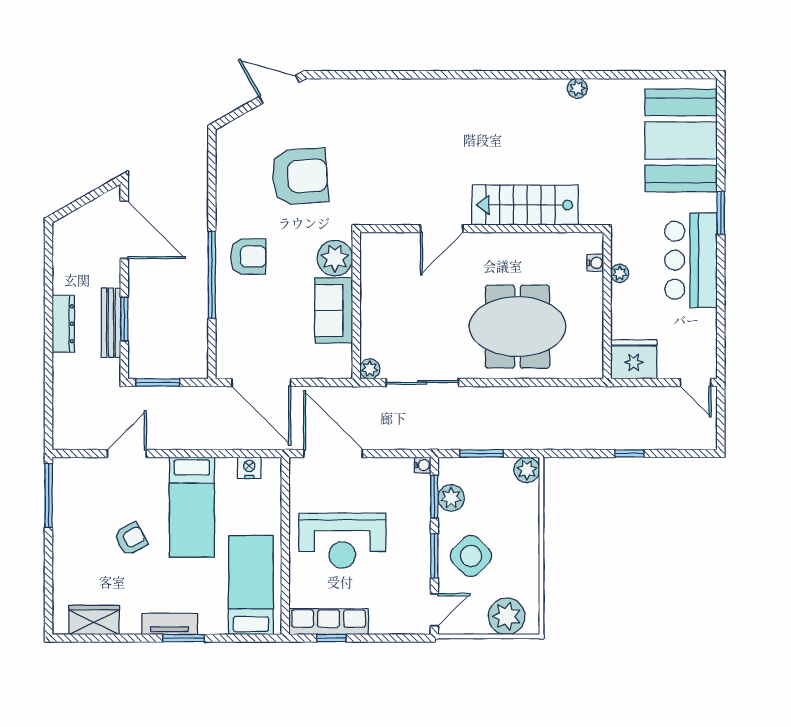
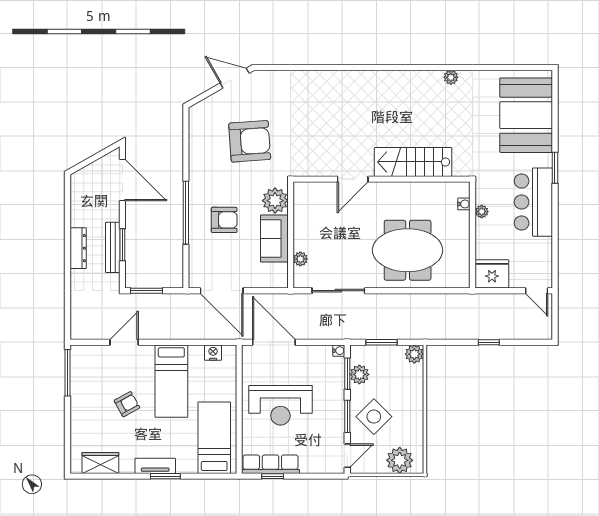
armchair: (248, 257) -> (224, 220), moved
plant: (370, 369) -> (300, 259), moved

